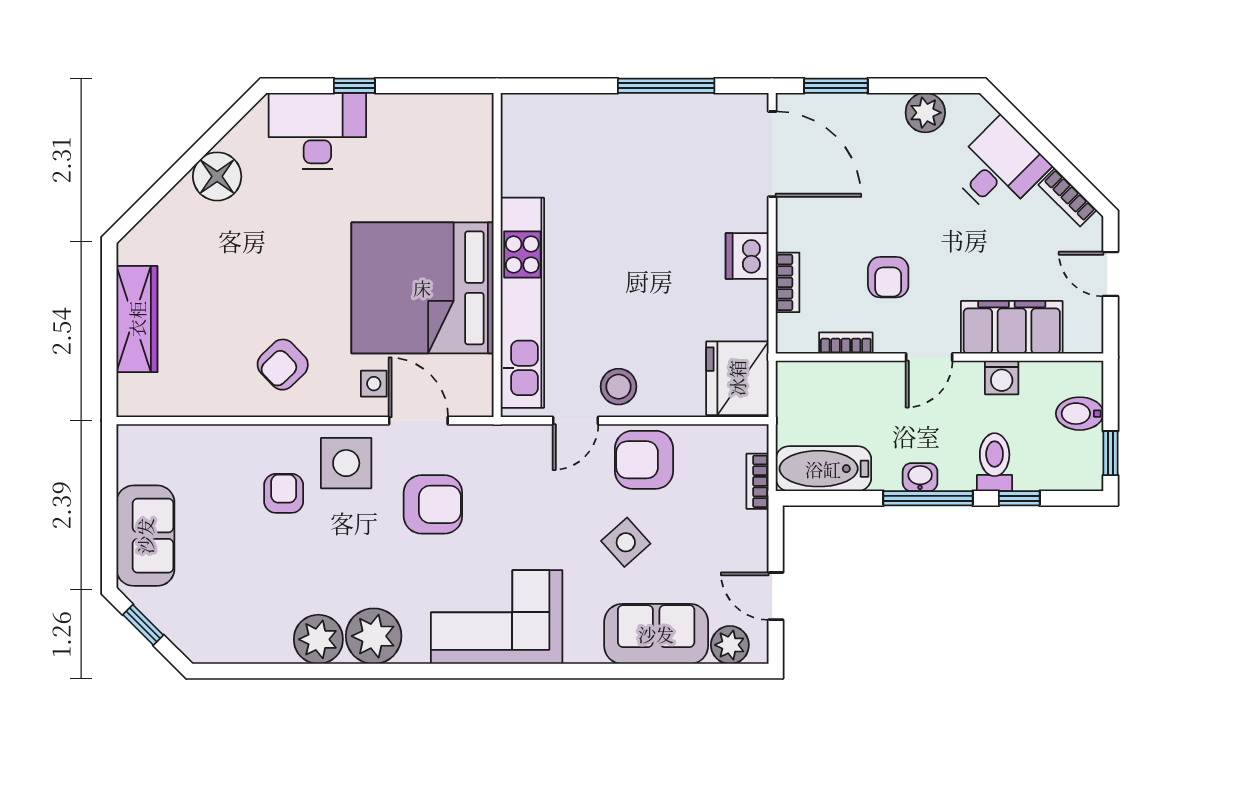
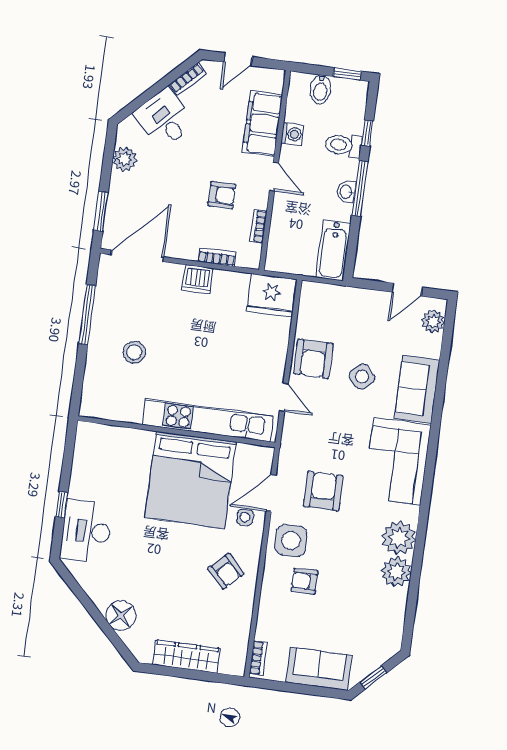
floor lamp: (217, 176) -> (121, 615), moved
stool: (619, 387) -> (134, 352), moved
bookcase: (757, 481) -> (258, 658), moved, turned -90
sofa: (656, 634) -> (417, 389), moved

